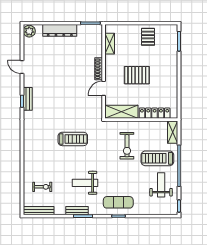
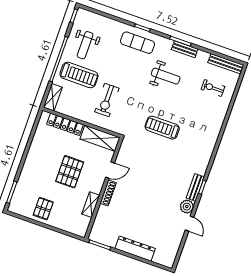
plant: (29, 31) -> (187, 207), moved
shelving: (110, 44) -> (91, 205), moved
pallet: (137, 75) -> (70, 172), turned 90
exercise bike: (127, 146) -> (107, 100), turned 180

